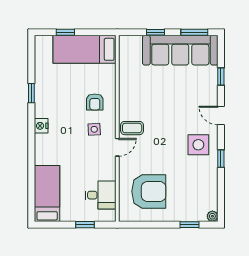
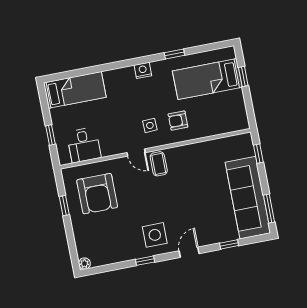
window: (156, 32) -> (258, 154), moved
bed: (84, 49) -> (207, 79), moved, turned -90
window: (190, 225) -> (64, 206), moved

